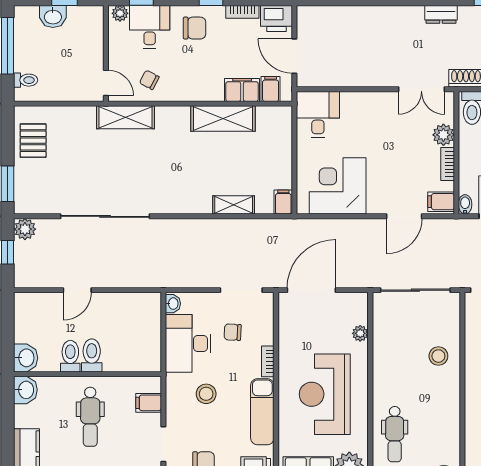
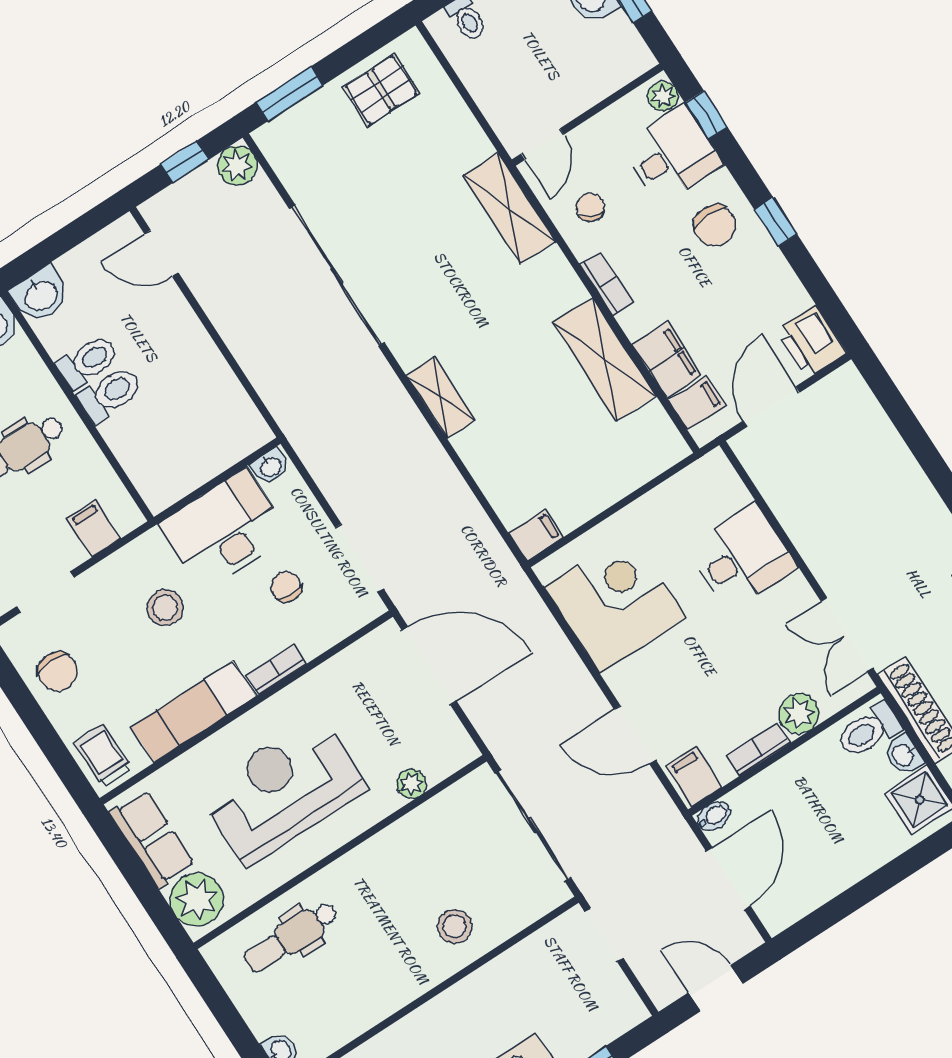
bookcase: (242, 12) -> (607, 284), moved, turned 180
desk: (318, 114) -> (742, 557), moved
shelving: (234, 205) -> (441, 398), moved
door: (77, 290) -> (161, 253), moved

